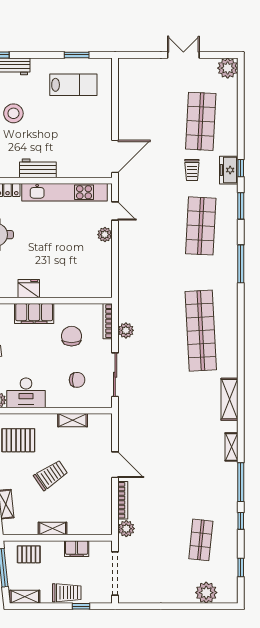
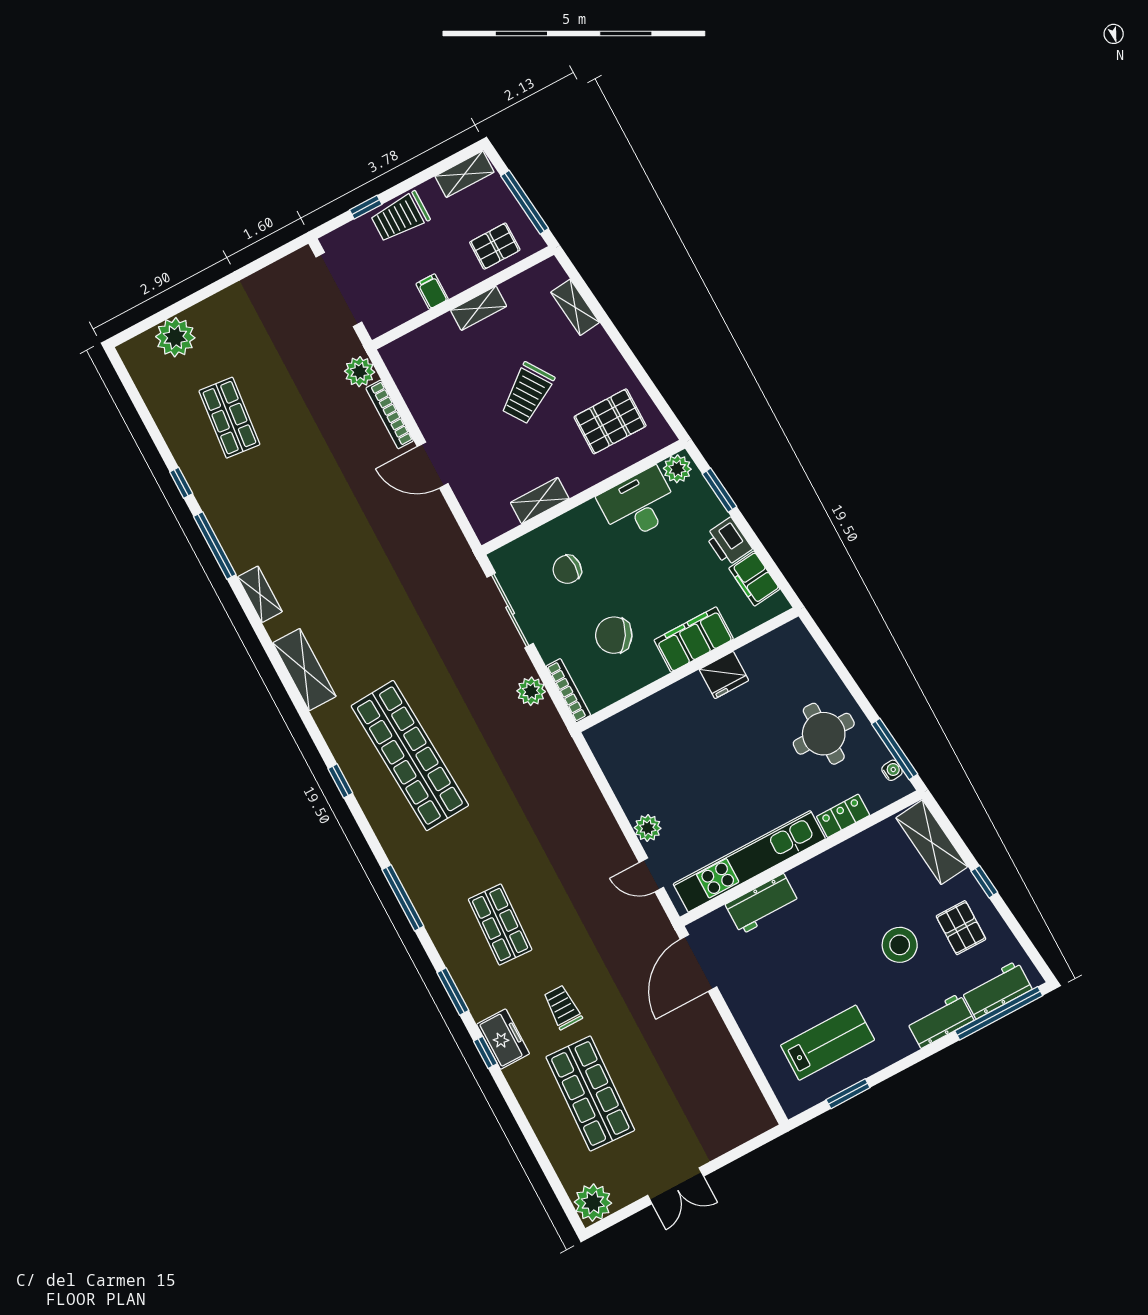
lab bench: (73, 85) -> (828, 1043), turned 180
workbench: (38, 168) -> (762, 904), moved
shop shelf: (201, 226) -> (500, 925), width x0.70, depth x0.74
chair: (72, 336) -> (614, 635), turned 121
filing cabinet: (77, 549) -> (432, 291), width x0.50
window: (241, 567) -> (340, 781), moved

